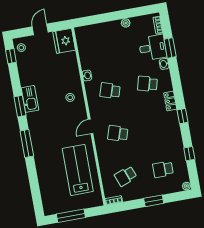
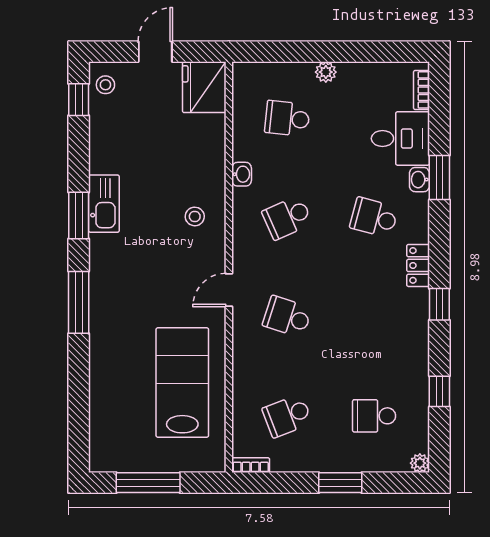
plant: (126, 23) -> (326, 72), moved
school desk: (102, 48) -> (287, 118), added
window: (170, 48) -> (439, 177), moved
school desk: (110, 91) -> (287, 218), turned -42

